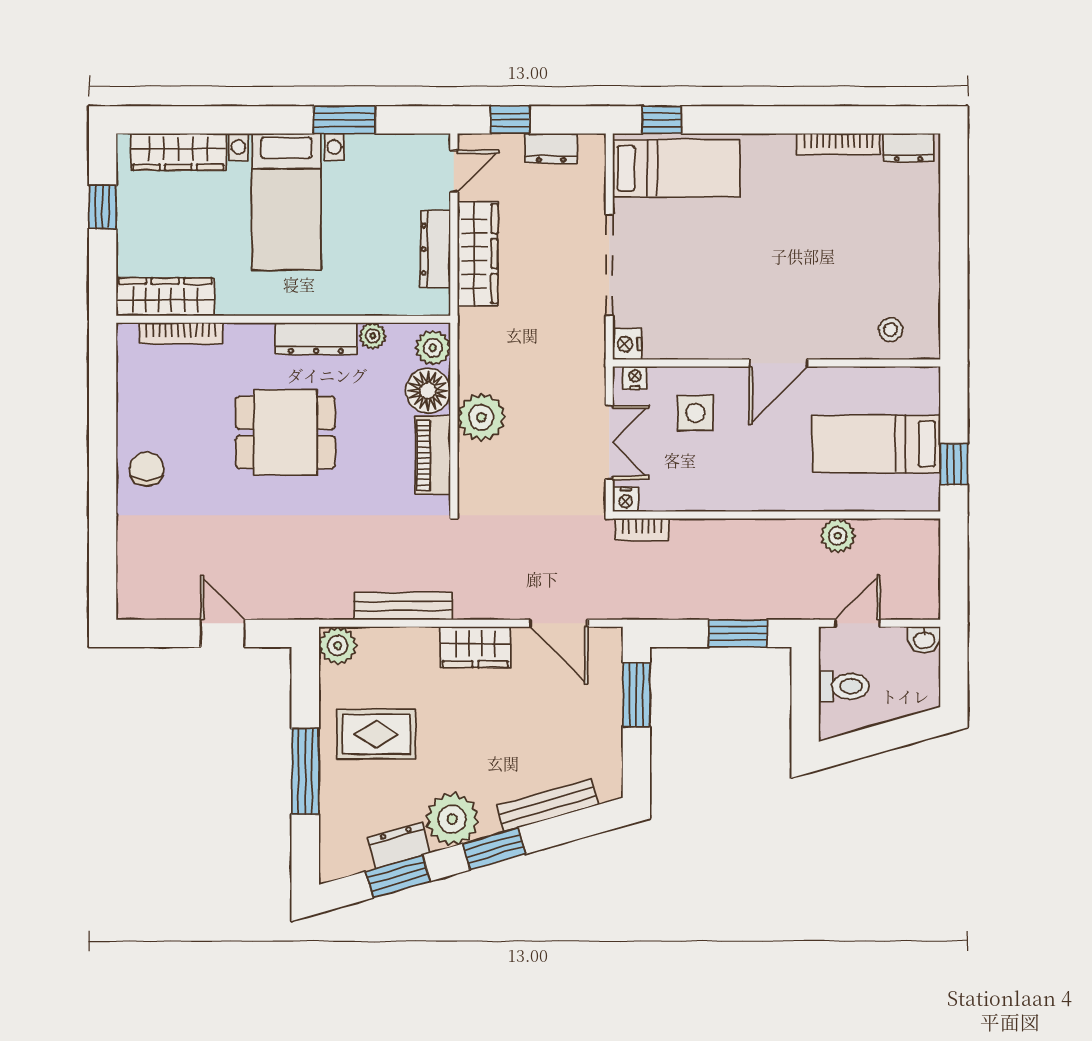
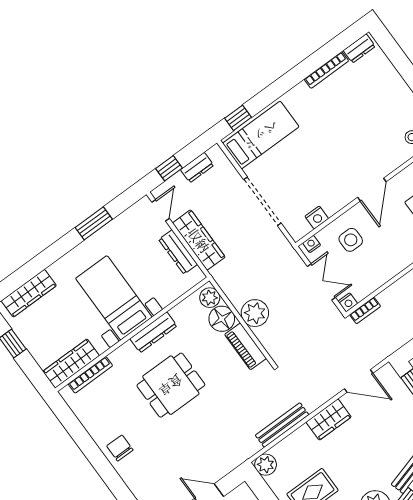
bed with nightstands: (286, 202) -> (114, 298), moved, turned 180
plant: (373, 336) -> (178, 312), removed
nightstand: (627, 344) -> (317, 217), moved, turned -90

